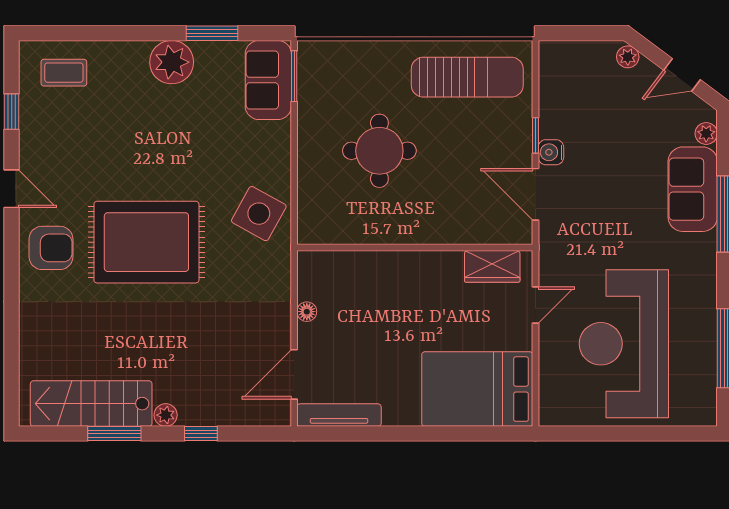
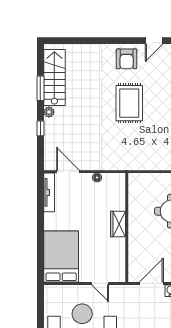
side table: (259, 214) -> (143, 155), removed
rug: (146, 242) -> (129, 103), width x0.73, depth x0.69
wardrobe: (492, 266) -> (118, 224), moved

